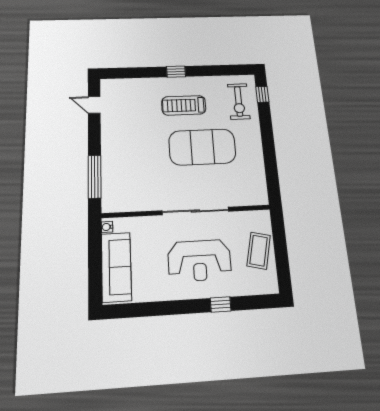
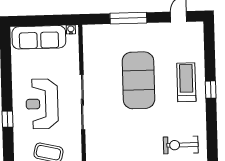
treadmill: (184, 105) -> (186, 82), moved
exercise mat: (202, 147) -> (138, 80), moved
window: (95, 177) -> (128, 18), moved

